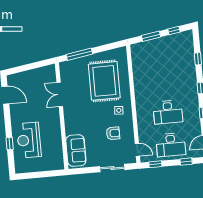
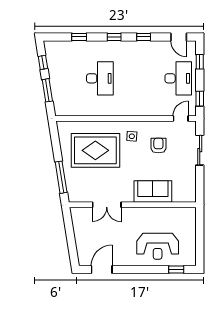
desk: (168, 112) -> (100, 78), moved
window: (10, 143) -> (176, 269), moved
sofa: (76, 151) -> (153, 192), moved

